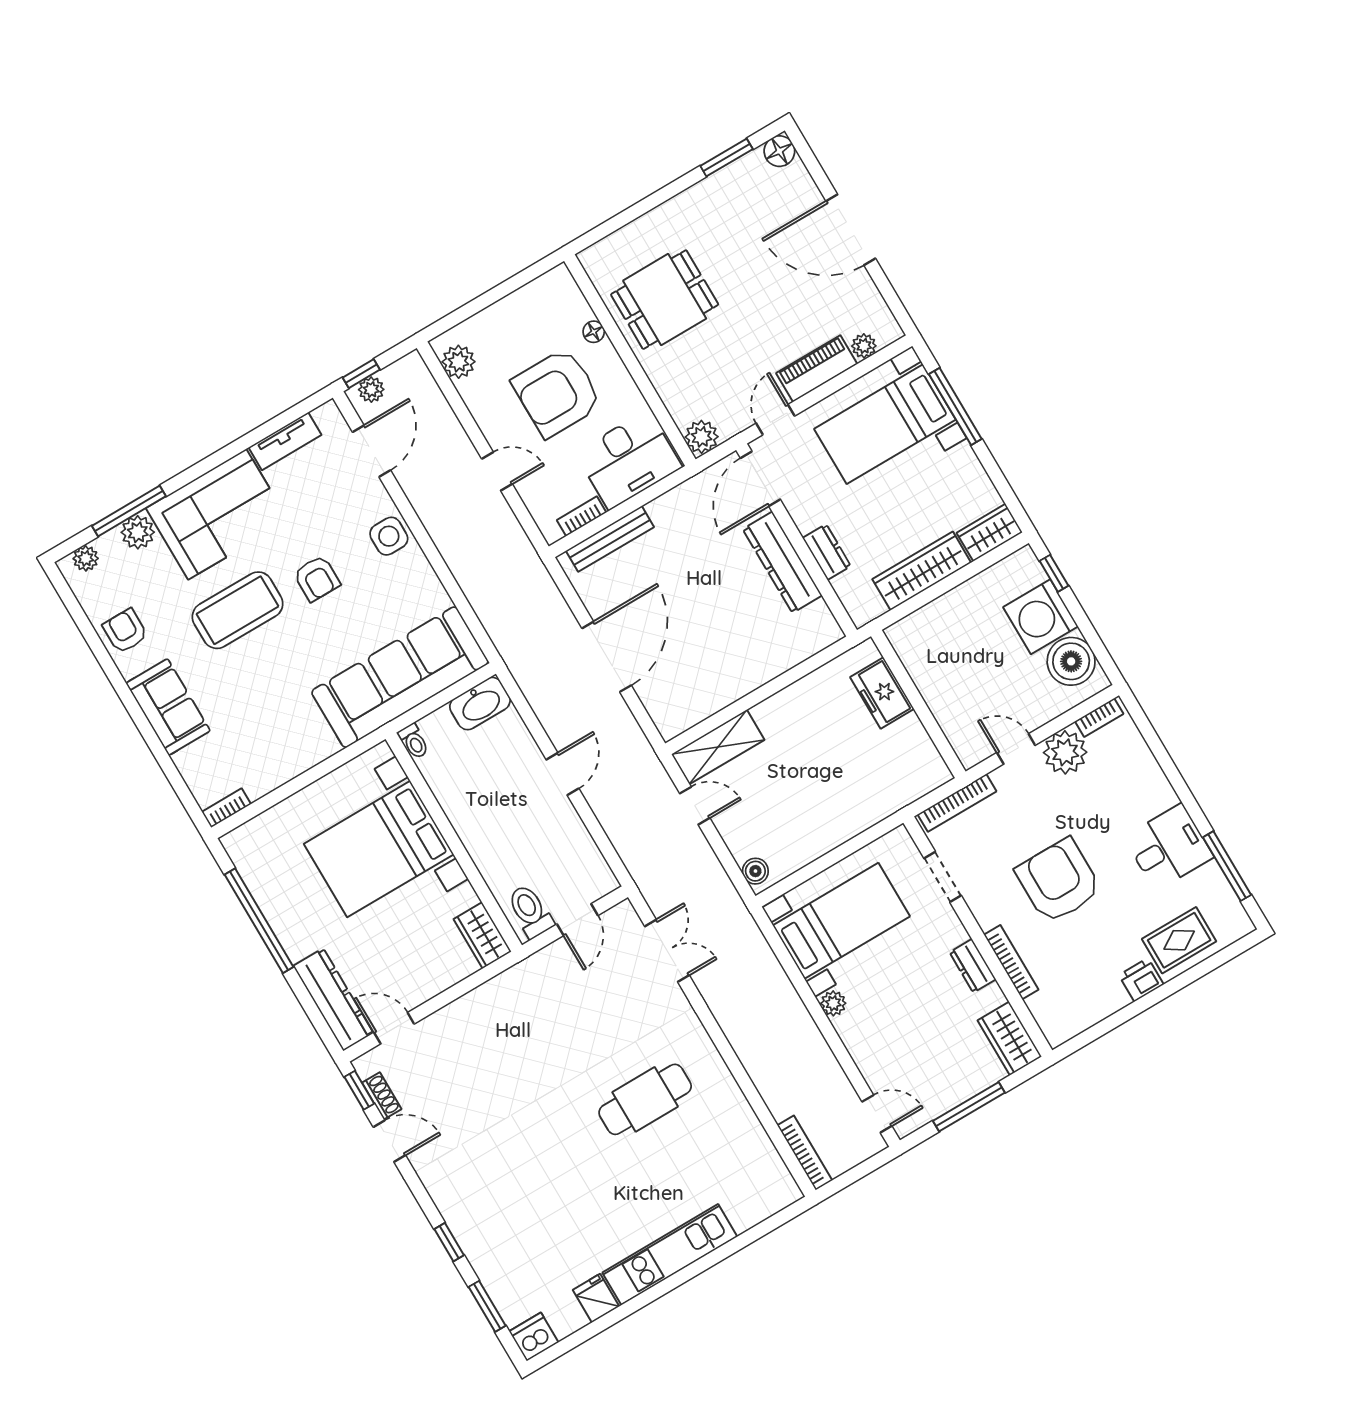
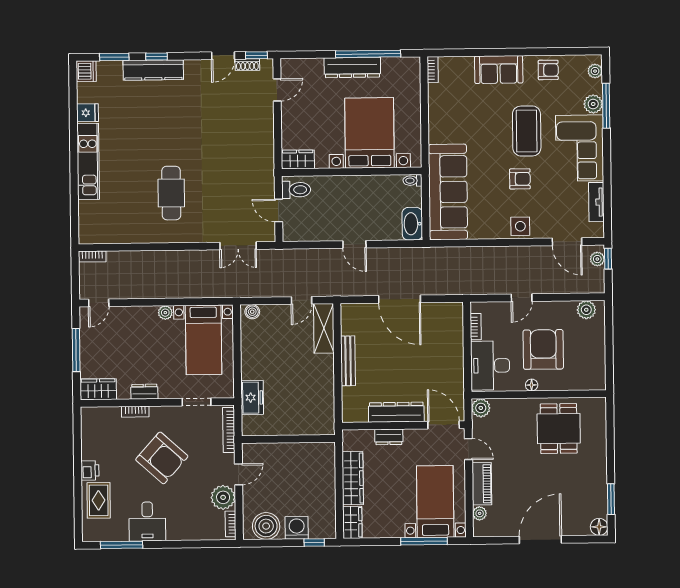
floor lamp: (594, 332) -> (532, 385), moved
bench: (610, 539) -> (348, 361), moved
armchair: (317, 578) -> (520, 179), turned 180
washing machine: (1041, 617) -> (297, 528), width x0.73, depth x0.73
freezer: (882, 693) -> (252, 398), moved, turned 90
armchair: (1059, 881) -> (162, 458), turned 42
bookcase: (1011, 962) -> (135, 412), width x0.64
dresser: (333, 1000) -> (352, 68), moved
bookcase: (805, 1153) -> (92, 257), width x0.64
kitchen counter: (473, 1235) -> (153, 70), added

